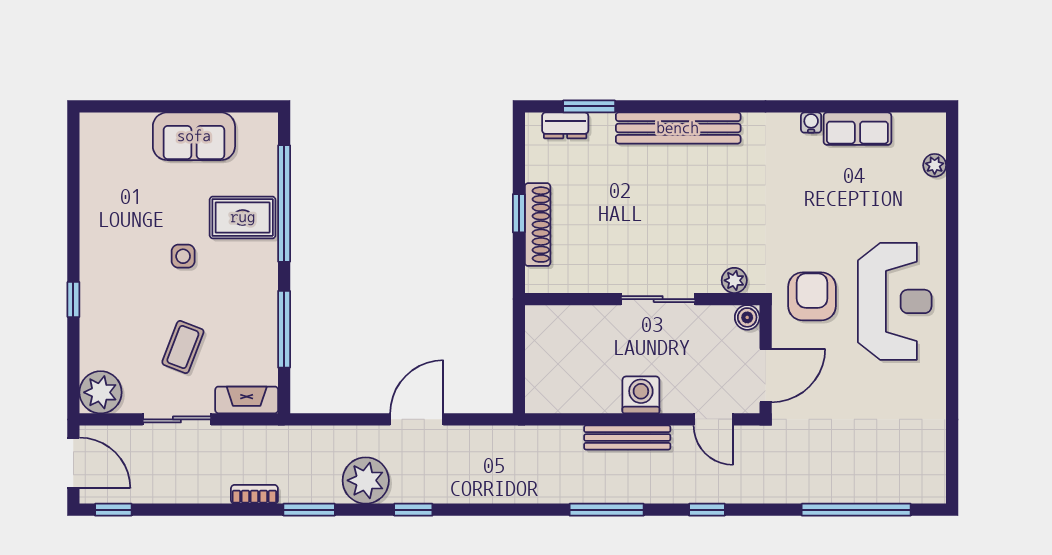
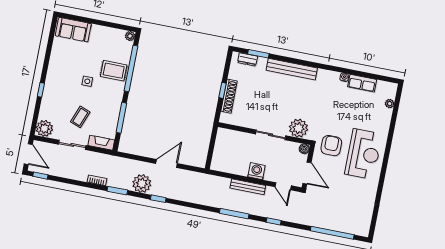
plant: (266, 125) -> (130, 36), added
sofa: (194, 136) -> (73, 30), moved
plant: (734, 280) -> (298, 128), width x1.87, depth x1.87
door: (766, 375) -> (307, 173), hinge flipped

